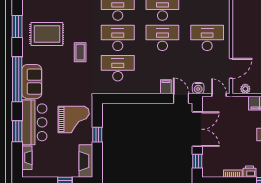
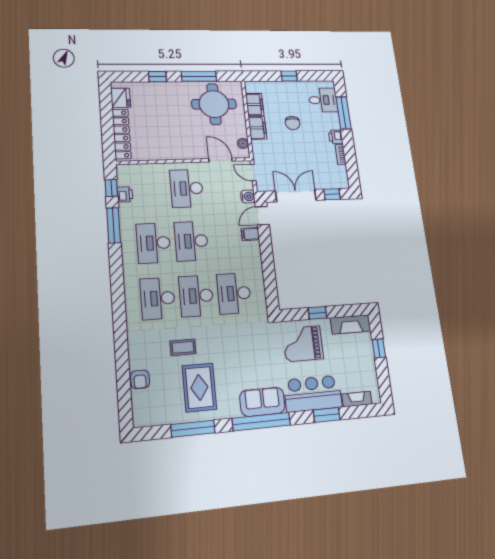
window: (17, 27) -> (193, 429), width x1.44
coffee table: (80, 52) -> (183, 347), moved
door: (219, 95) -> (253, 173), hinge flipped
grand piano: (74, 119) -> (303, 344), turned -90

